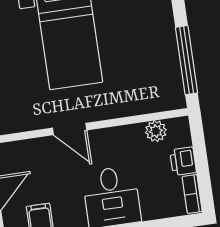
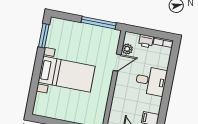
door: (70, 129) -> (117, 63), moved

